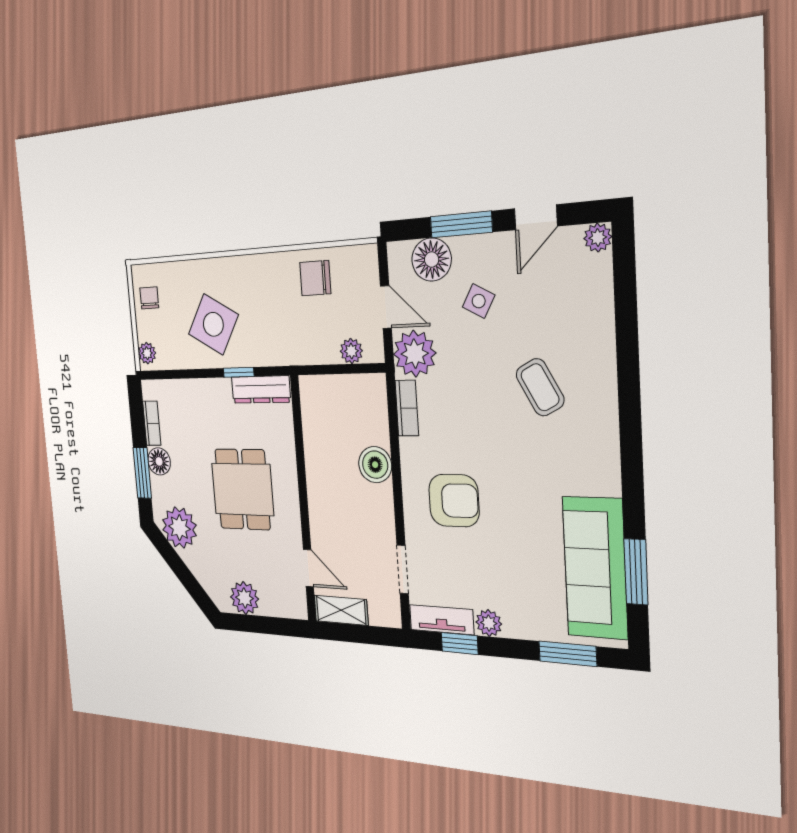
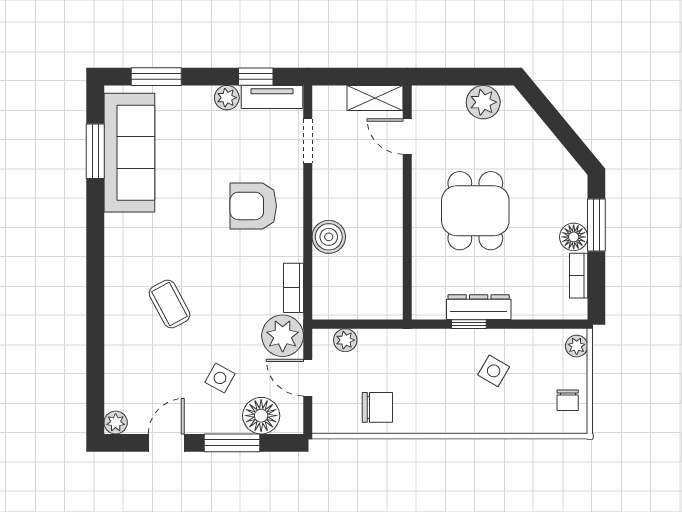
side table: (213, 324) -> (494, 371), width x0.54, depth x0.54
dresser: (261, 390) -> (479, 307), moved
plant: (179, 528) -> (555, 170), removed

